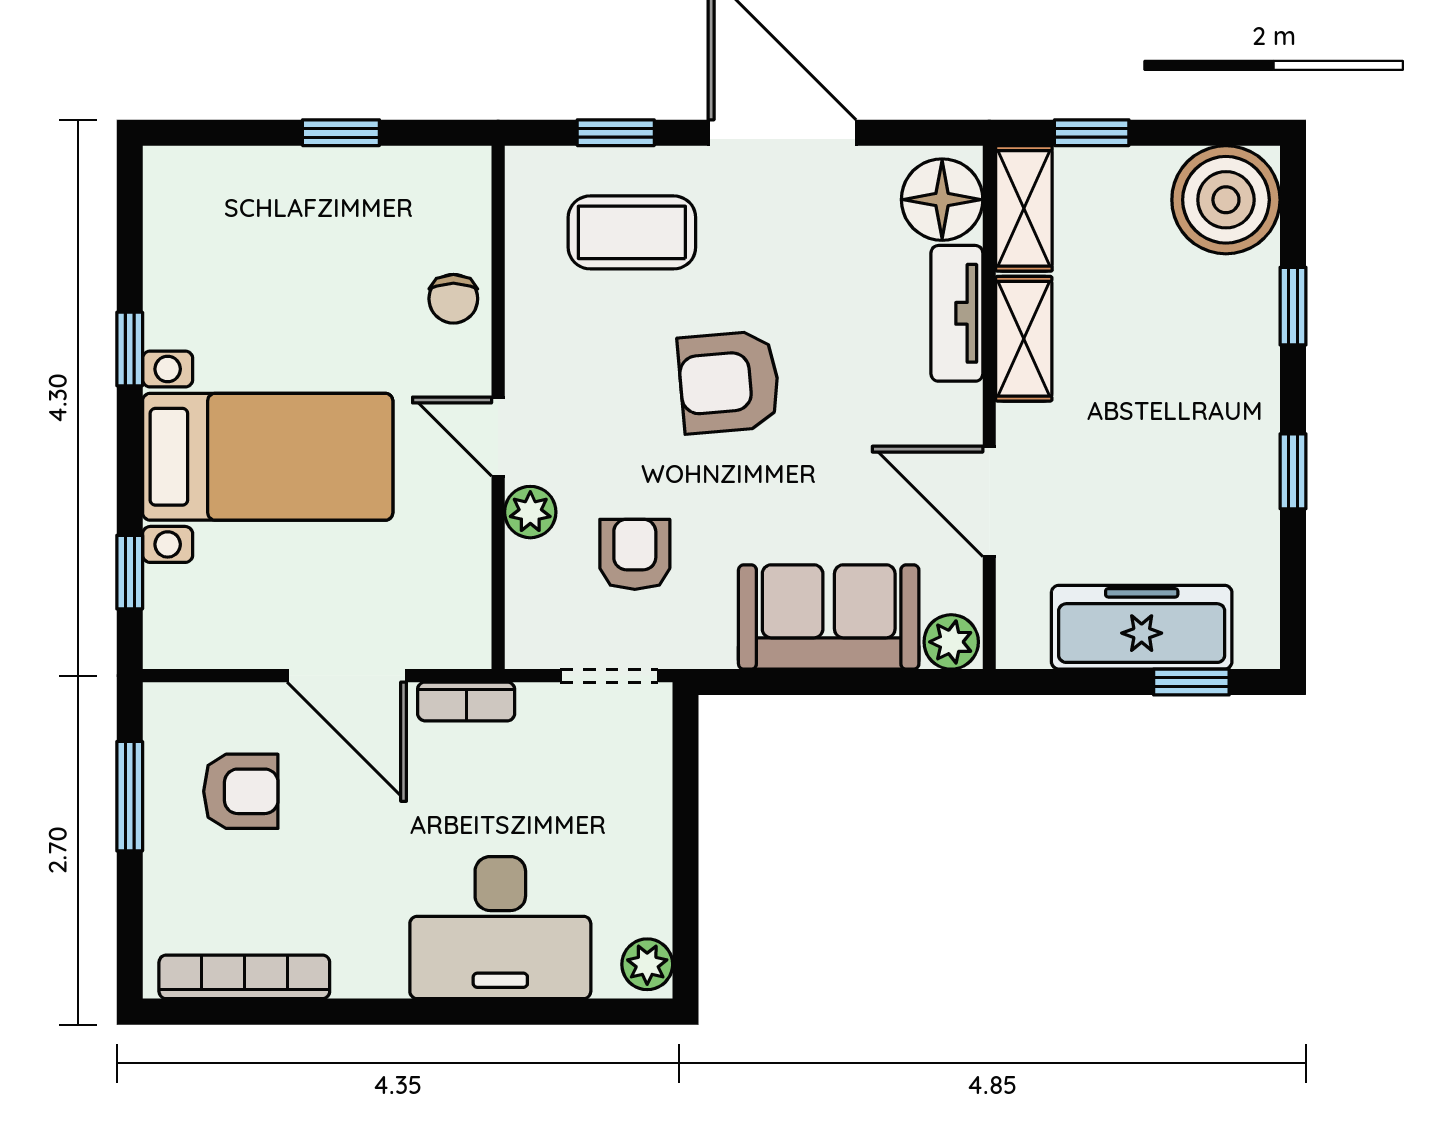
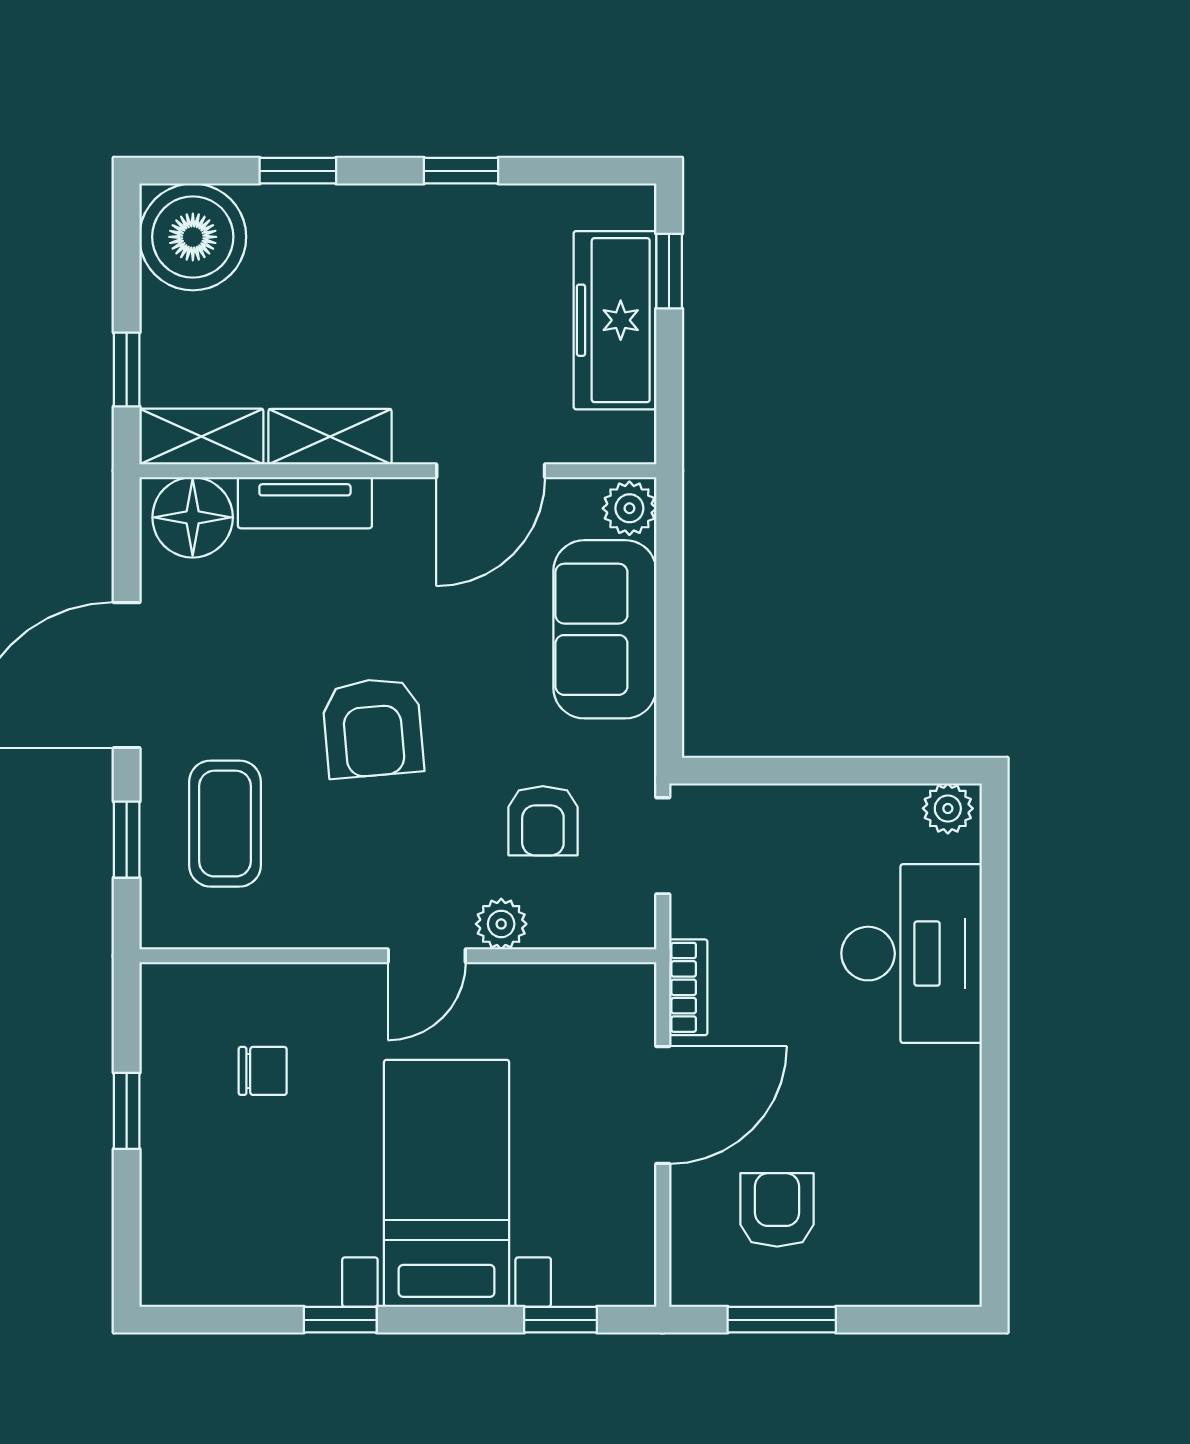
chair: (453, 299) -> (263, 1071), moved
armchair: (635, 554) -> (543, 821), turned -90
bookcase: (244, 977) -> (960, 1206), removed

